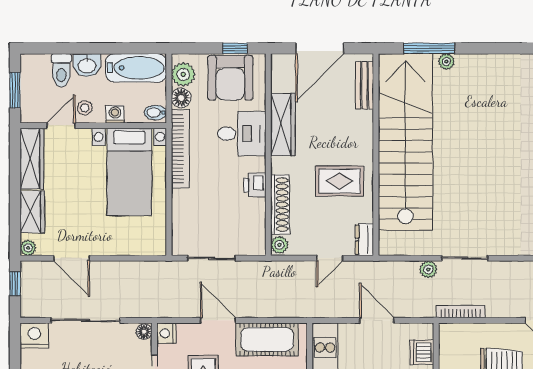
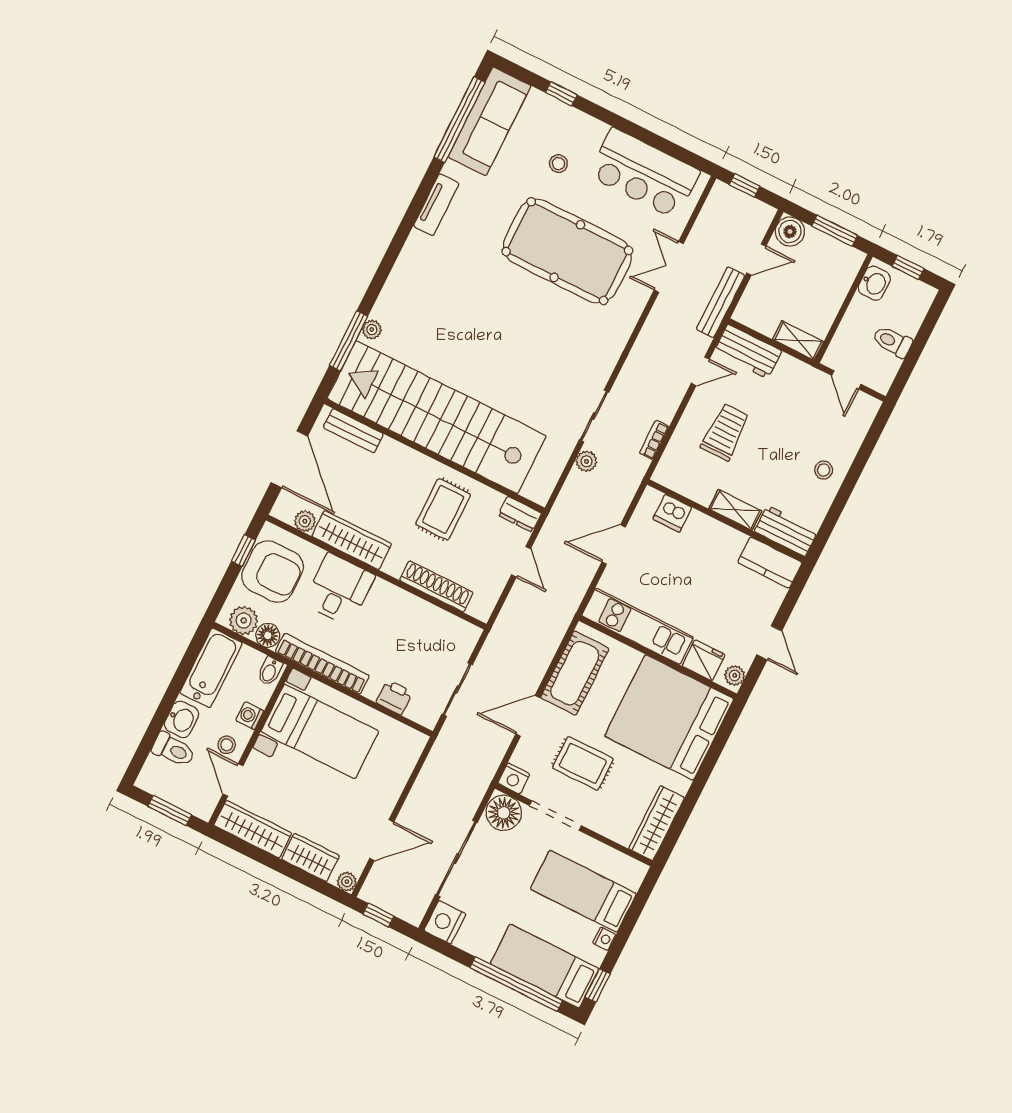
printer: (255, 185) -> (394, 697), moved, turned 180
plant: (279, 245) -> (305, 521), moved
bookcase: (461, 312) -> (654, 440), width x0.64
floor lamp: (144, 332) -> (504, 813), width x1.89, depth x1.89

